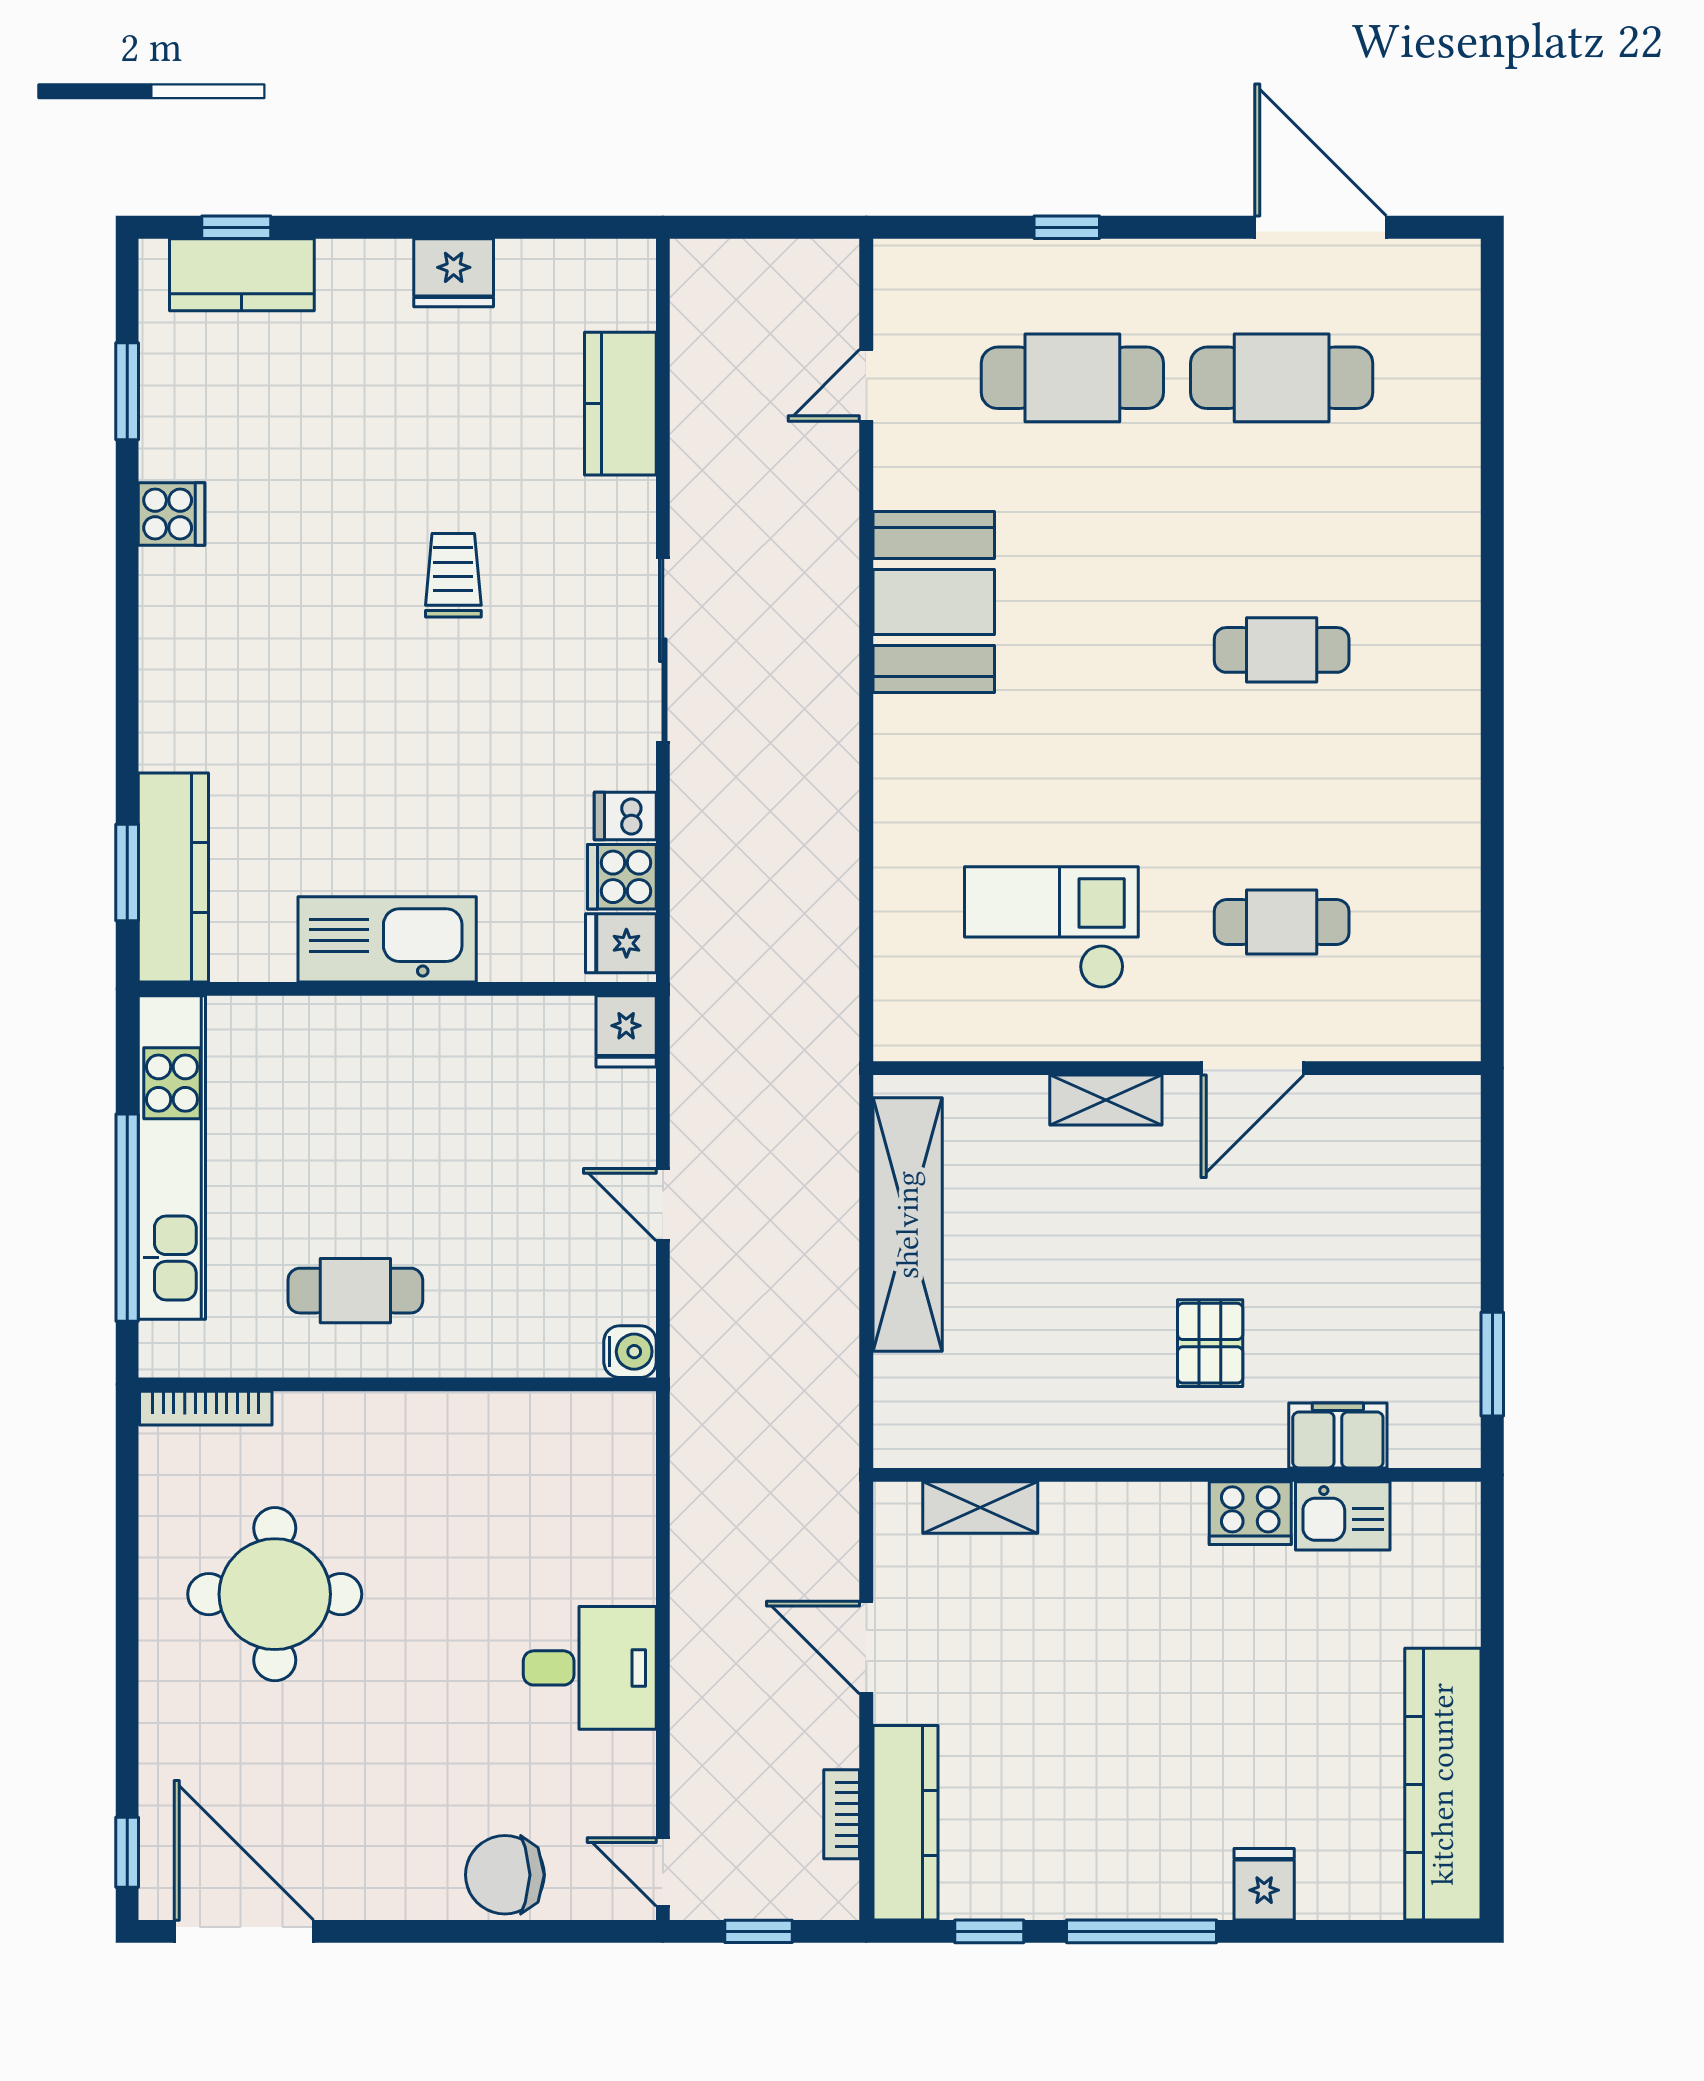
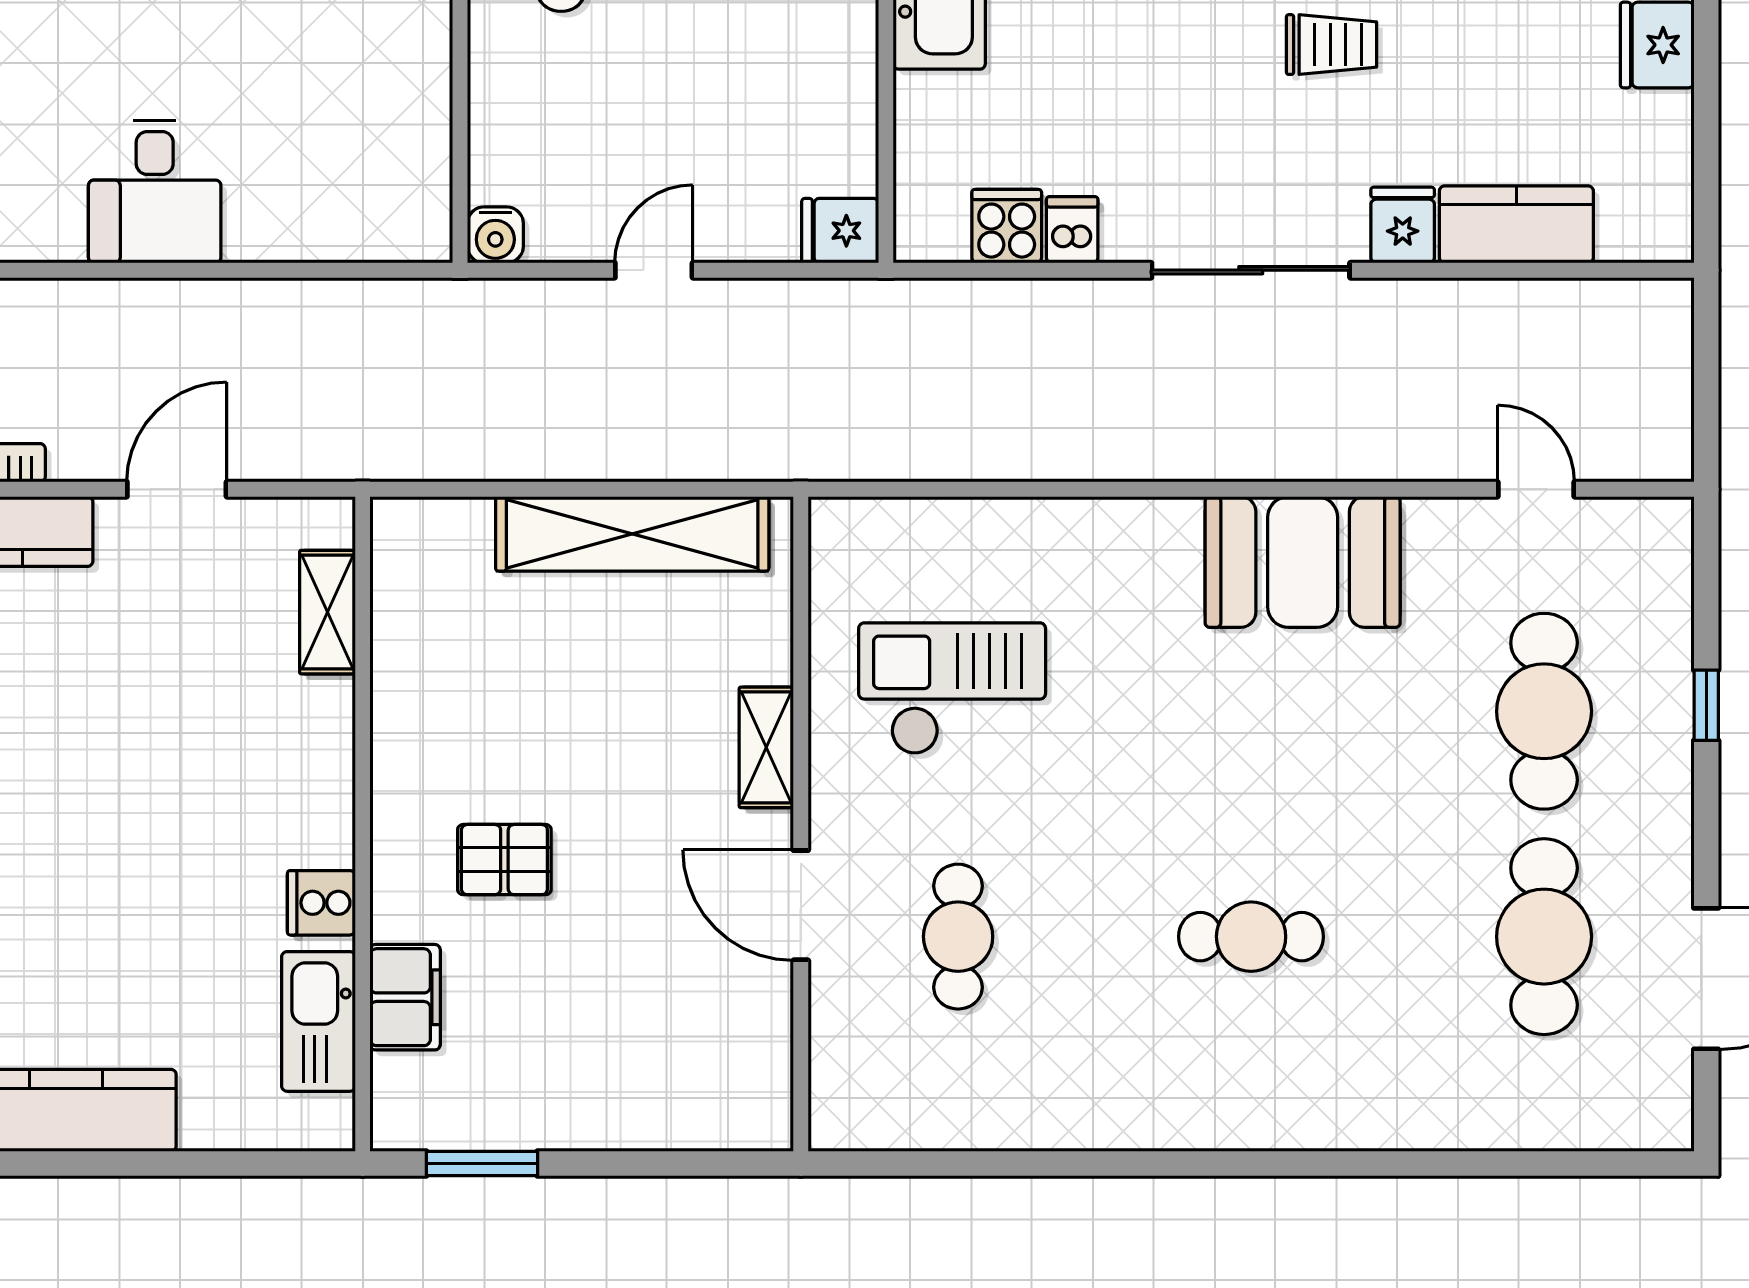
cafe table: (1282, 650) -> (1251, 937), turned 90
checkout: (1051, 927) -> (952, 689), turned -90
fridge: (621, 943) -> (1403, 225), moved
cooker: (1250, 1513) -> (321, 903), width x0.73
kitchen sink: (1343, 1516) -> (319, 1021), width x1.38

